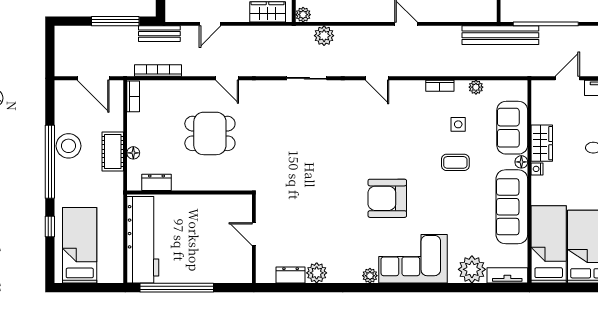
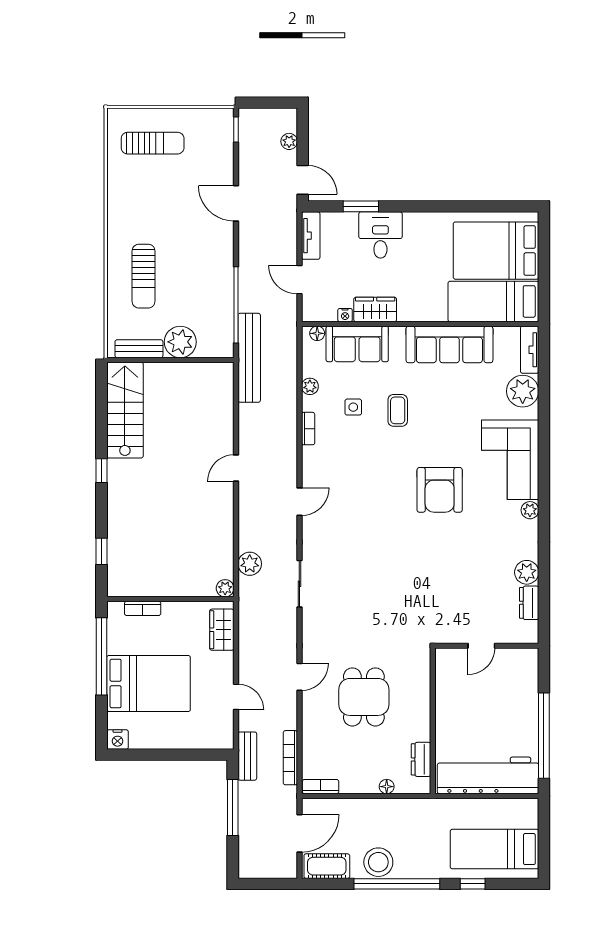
cot: (113, 151) -> (327, 866), moved
floor lamp: (521, 162) -> (317, 333), moved
nightstand: (537, 169) -> (345, 315), moved

